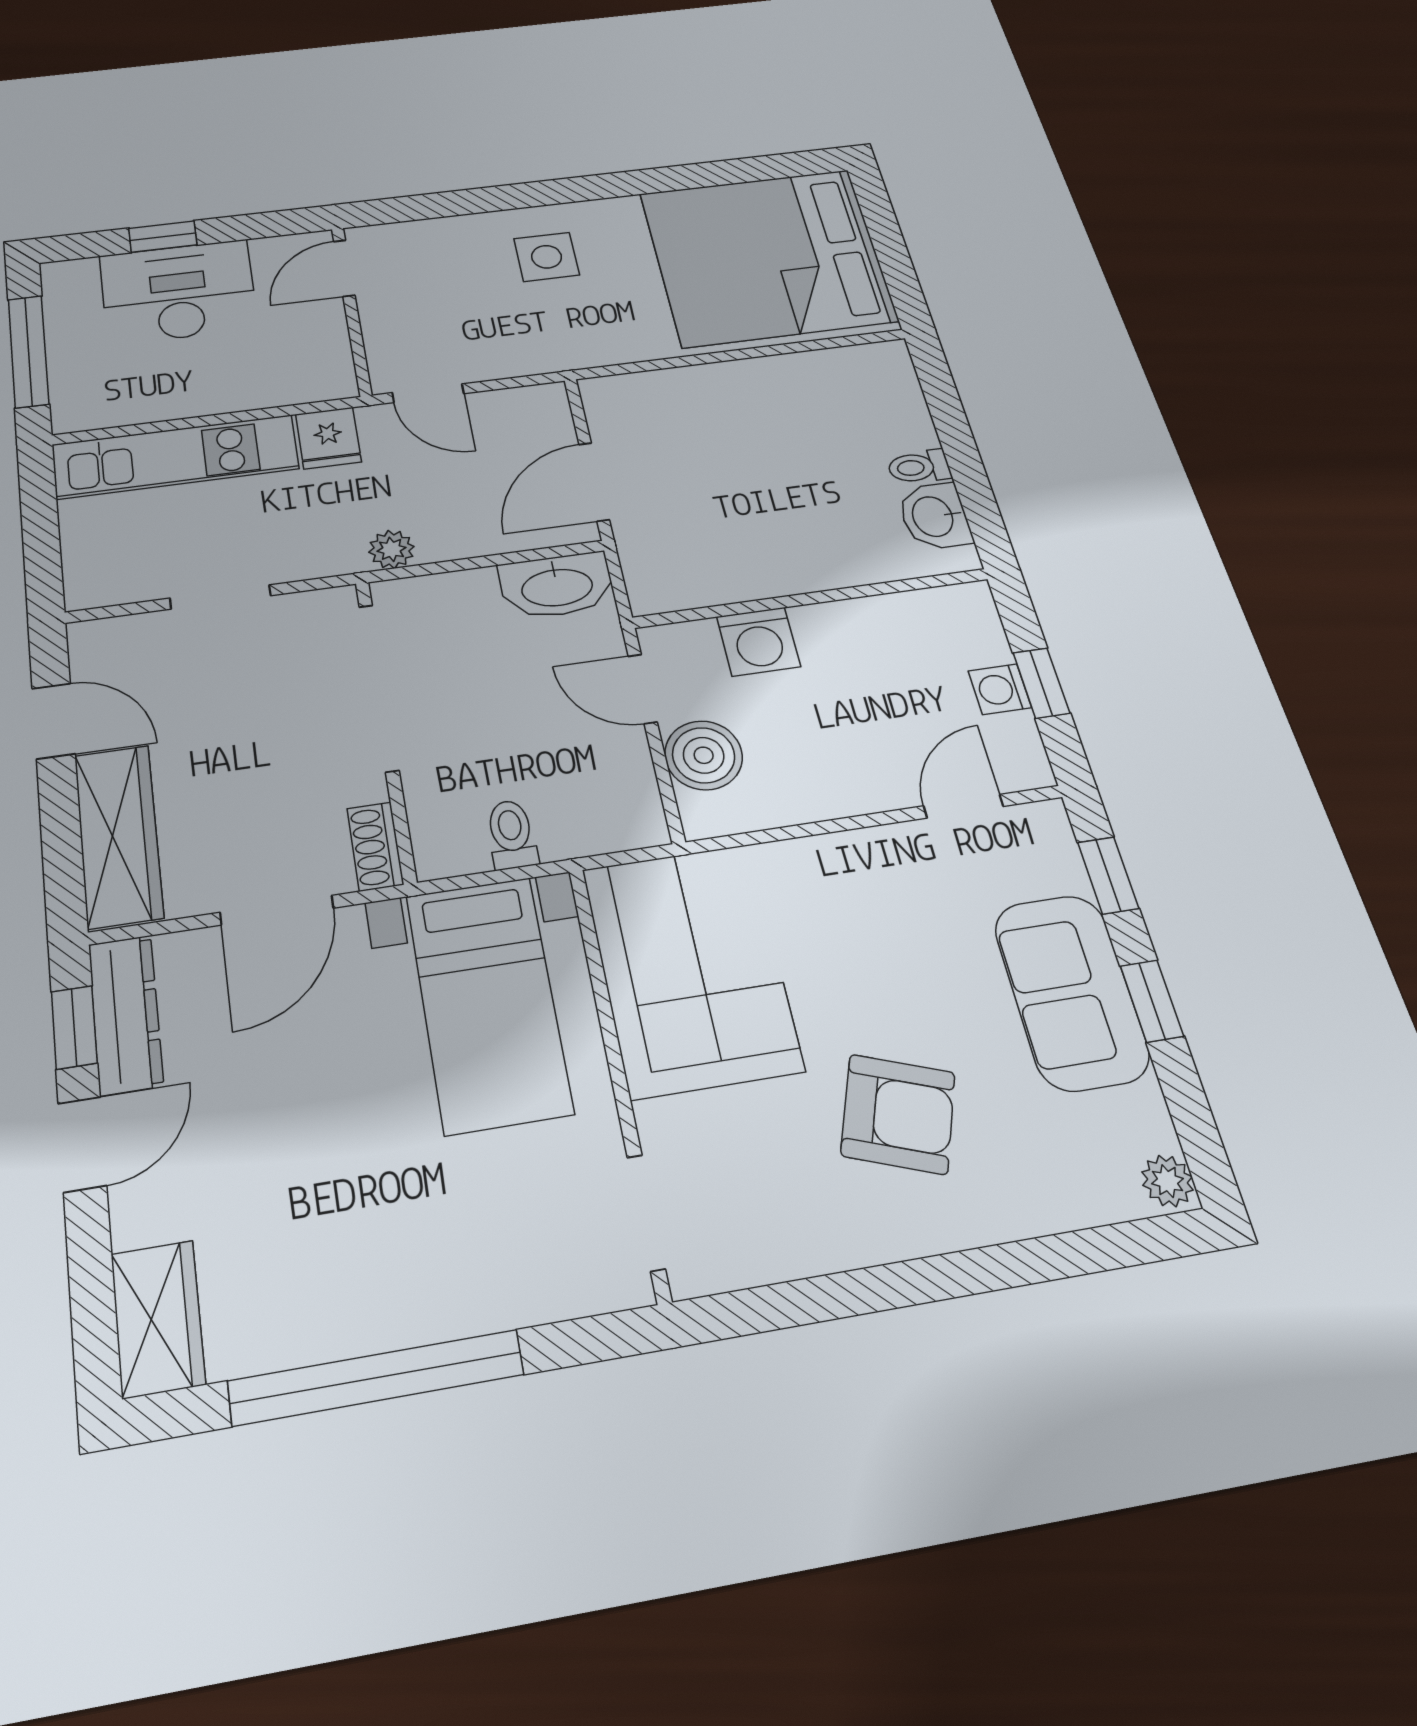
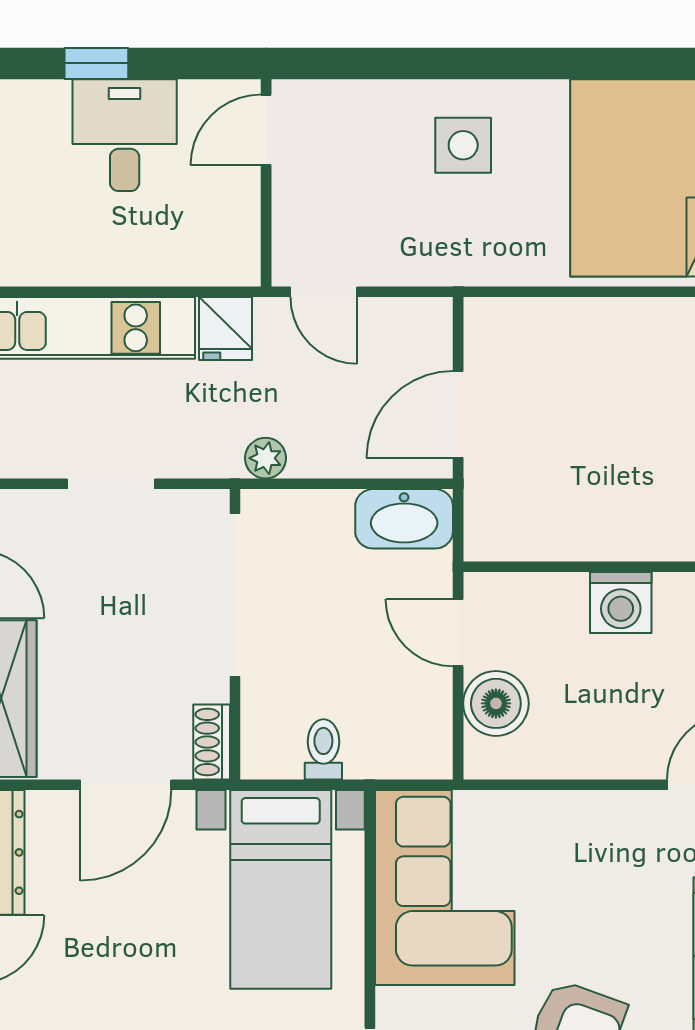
desk: (178, 292) -> (125, 135), width x0.73
washing machine: (758, 642) -> (621, 603), moved

